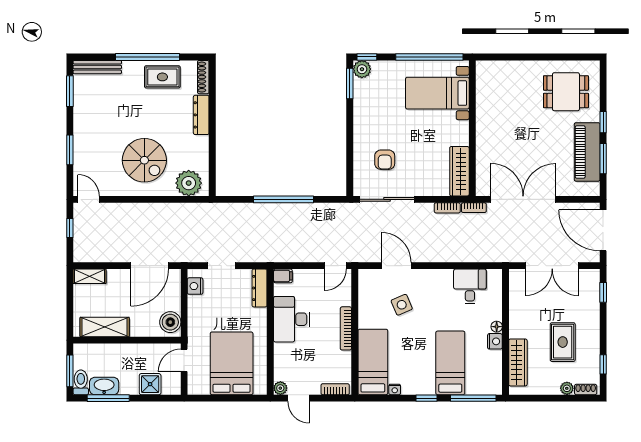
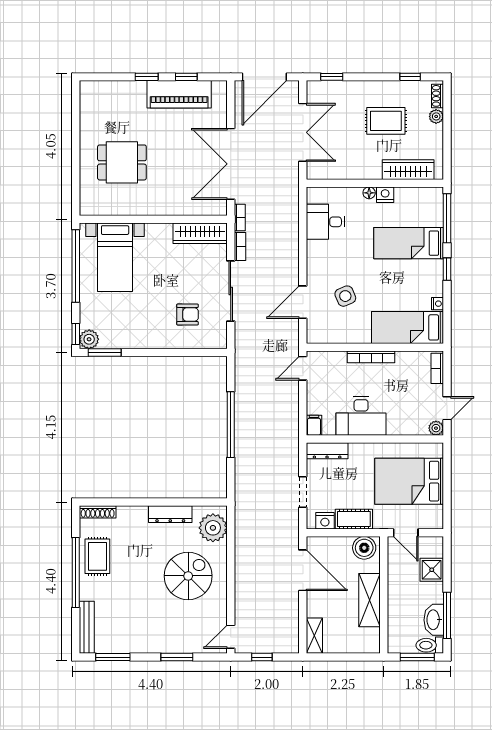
dining table: (566, 92) -> (122, 162), moved, turned 90
dresser: (201, 115) -> (170, 514), moved
window: (603, 159) -> (186, 77), width x0.67
sliding door: (387, 199) -> (231, 291), moved
door: (335, 266) -> (303, 368), swing flipped
cot: (197, 313) -> (354, 519), added
shelving: (105, 327) -> (370, 600), moved

